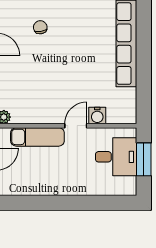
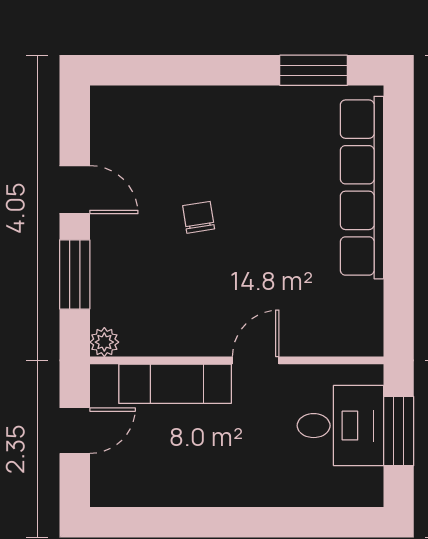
chair: (40, 27) -> (199, 217), moved
water cooler: (97, 116) -> (301, 339), removed

